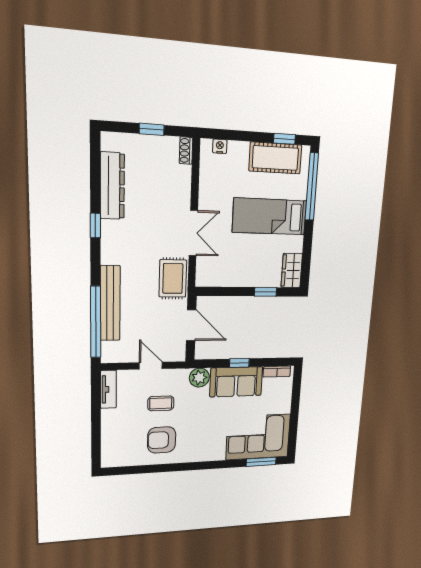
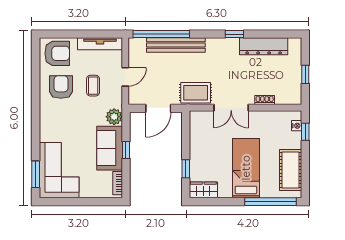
window: (284, 139) -> (305, 132), moved
shoe rack: (186, 151) -> (265, 100), moved
tv unit: (108, 389) -> (100, 44), width x1.41
armchair: (120, 446) -> (57, 53), added

